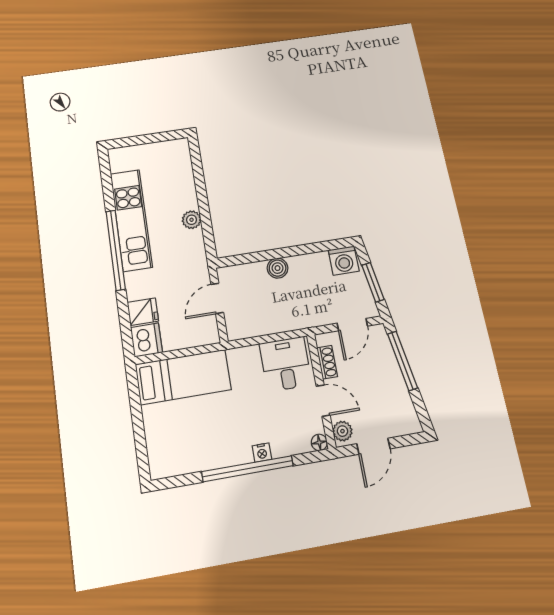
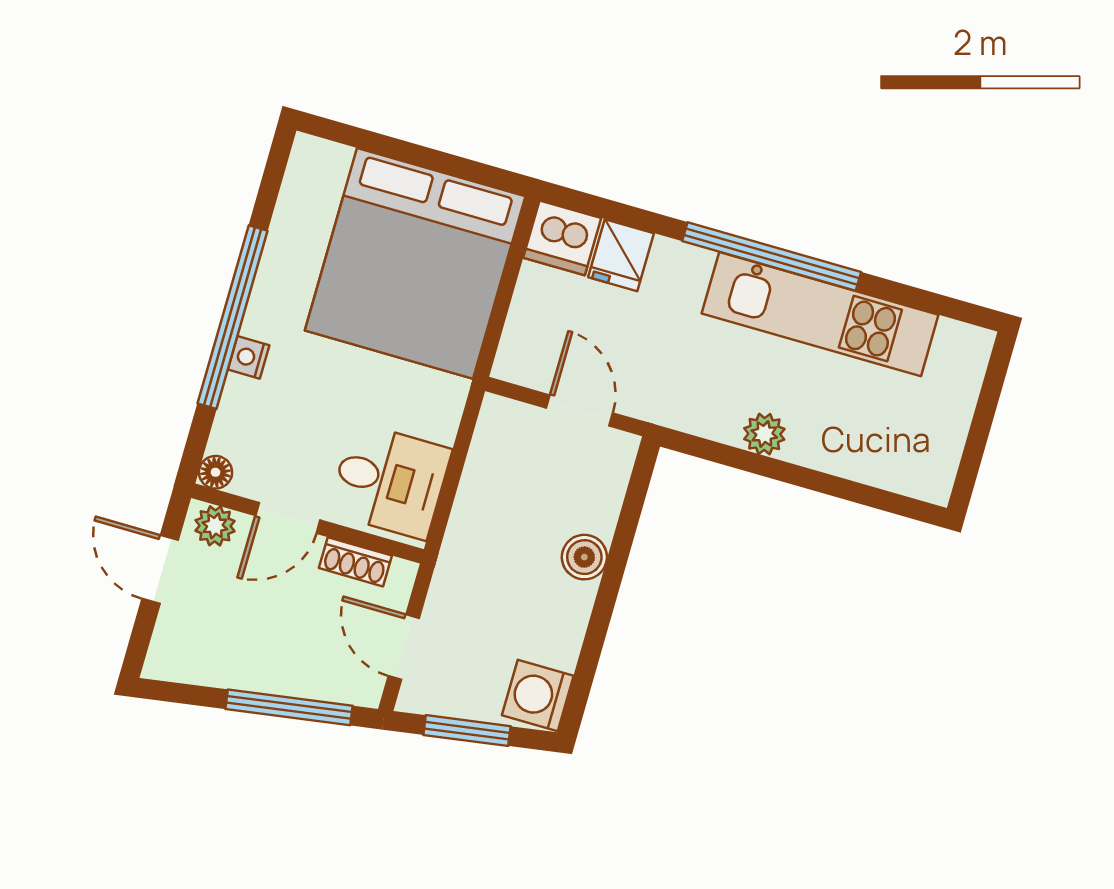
bed: (183, 377) -> (415, 263), width x2.04

